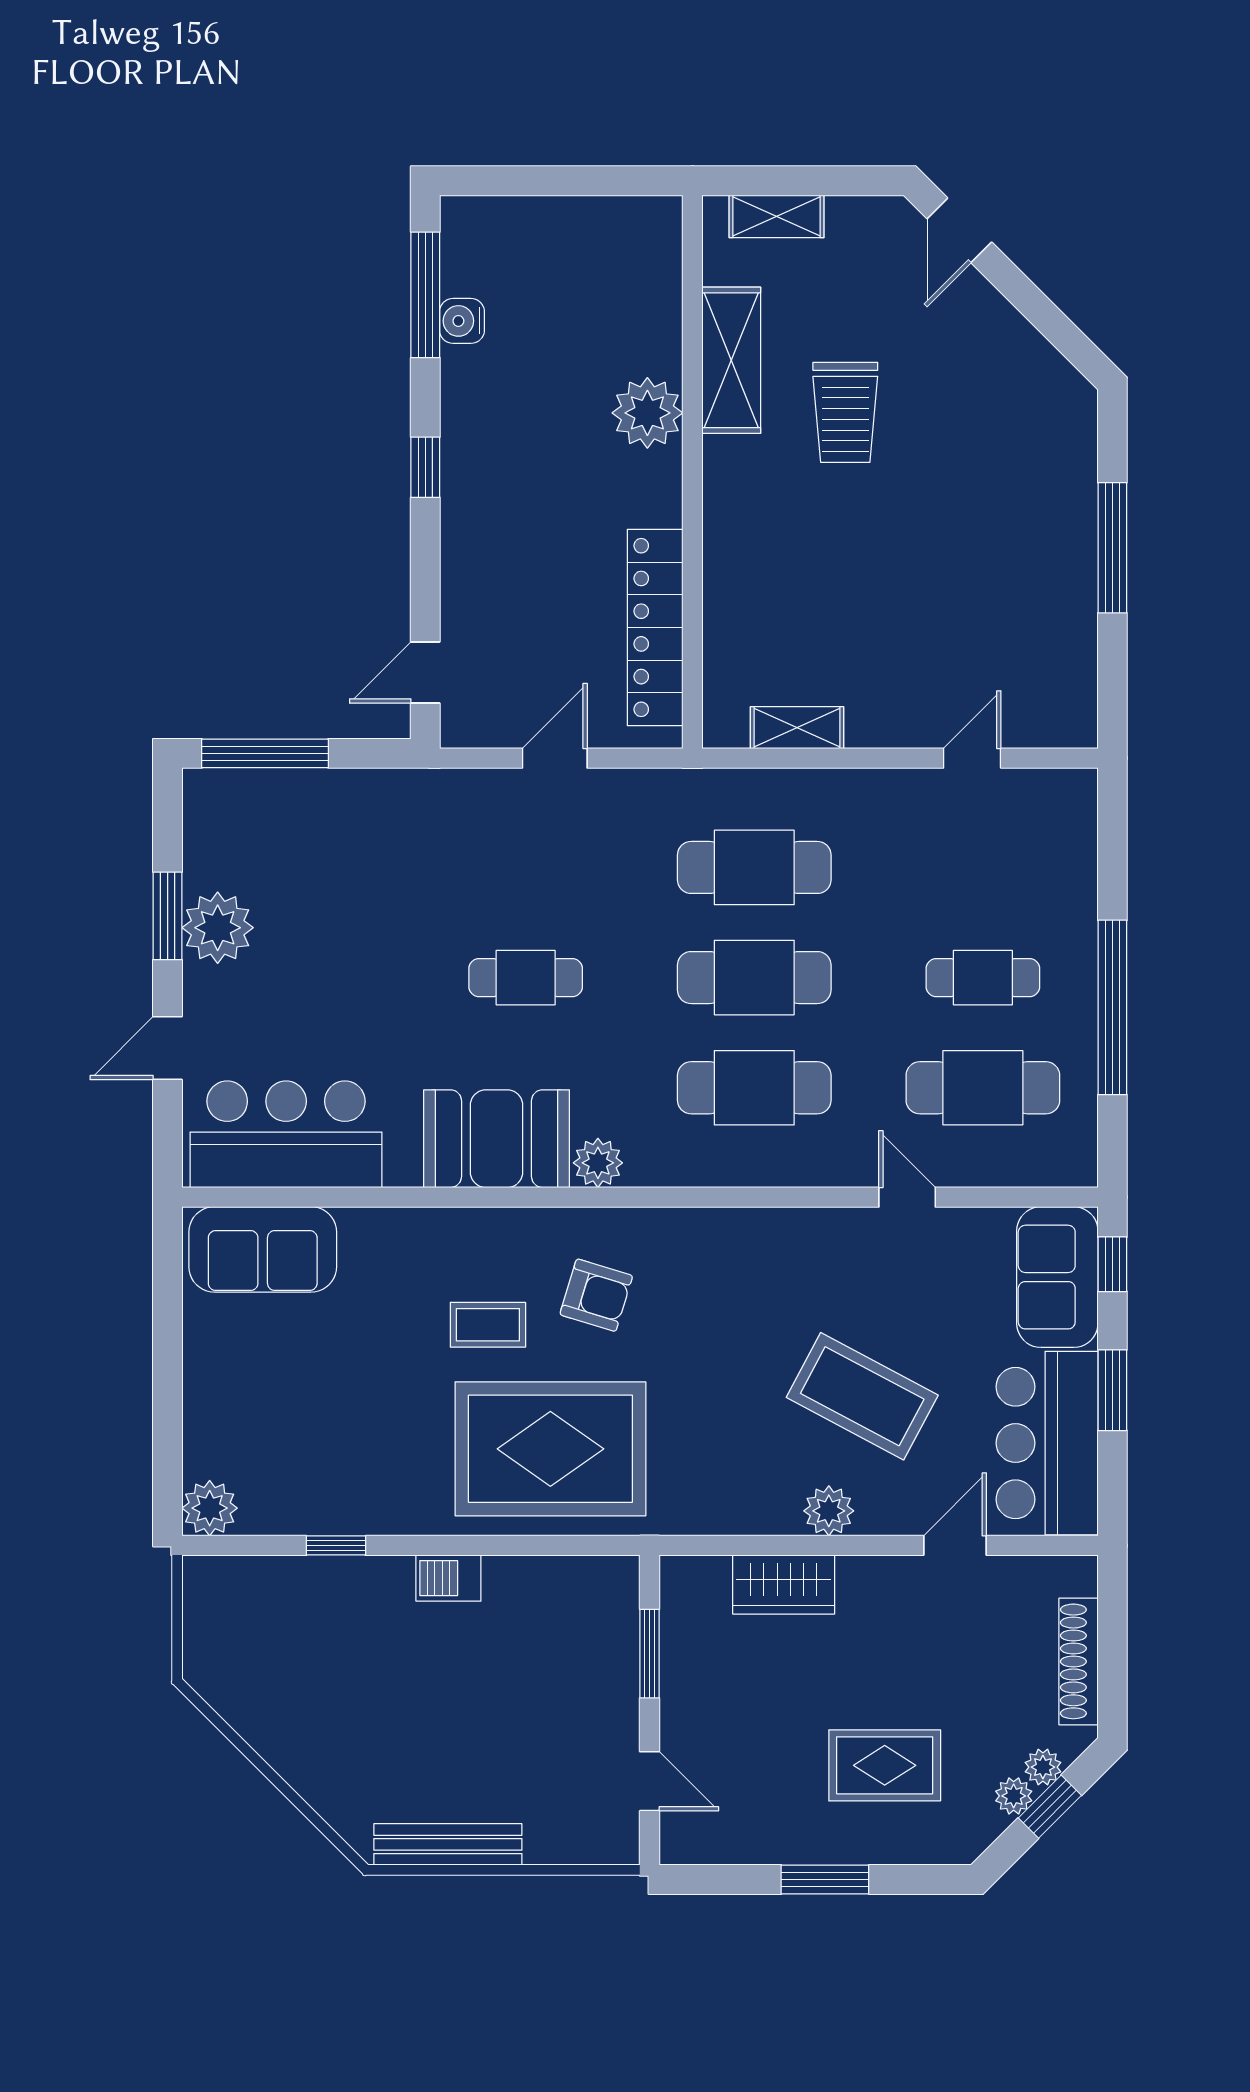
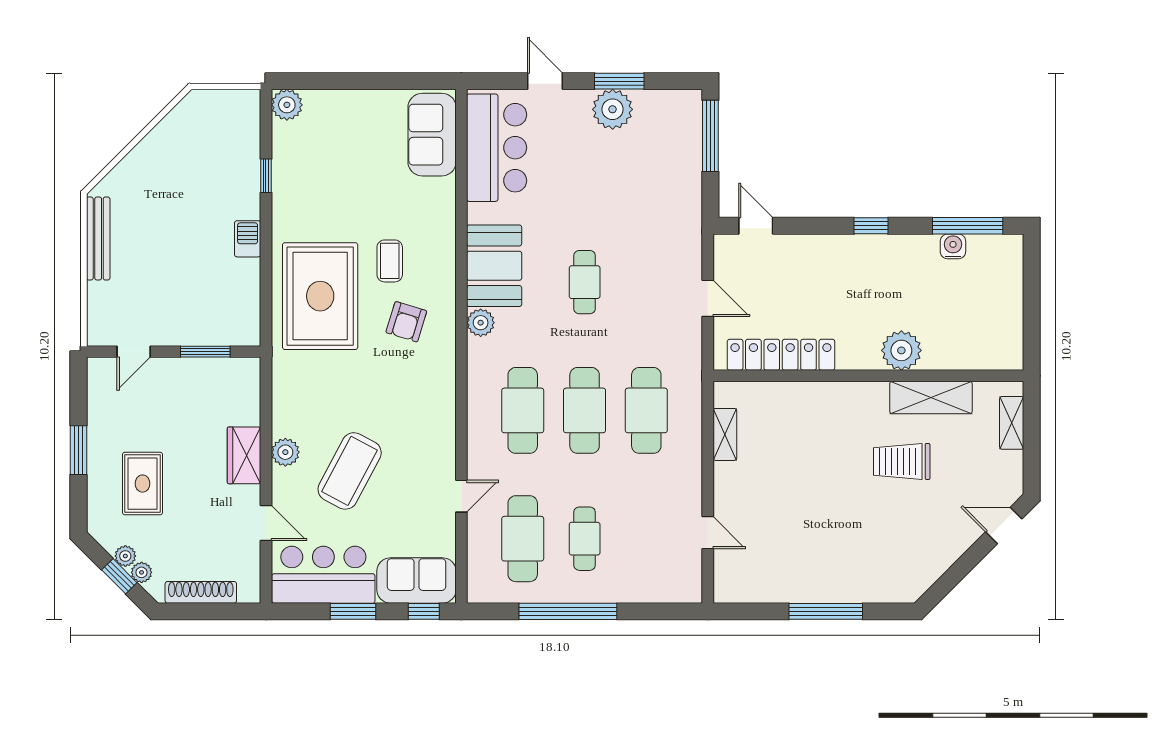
wardrobe: (784, 1585) -> (244, 455), moved

